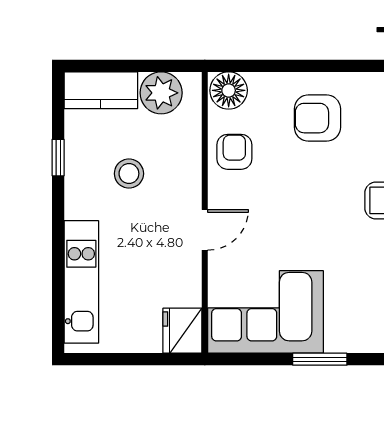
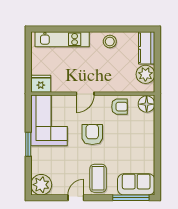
armchair: (317, 118) -> (92, 135), moved
window: (58, 158) -> (117, 29), removed
stool: (129, 174) -> (110, 41), moved
door: (205, 230) -> (85, 94), hinge flipped

